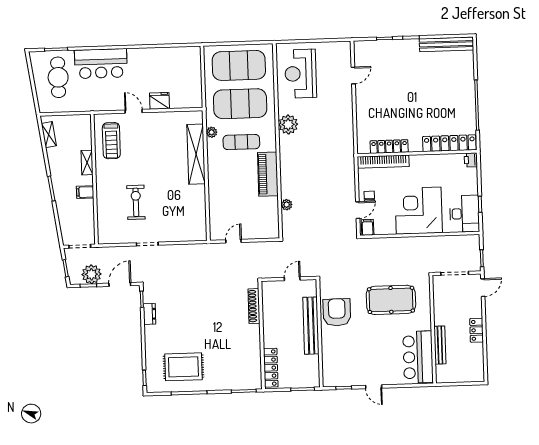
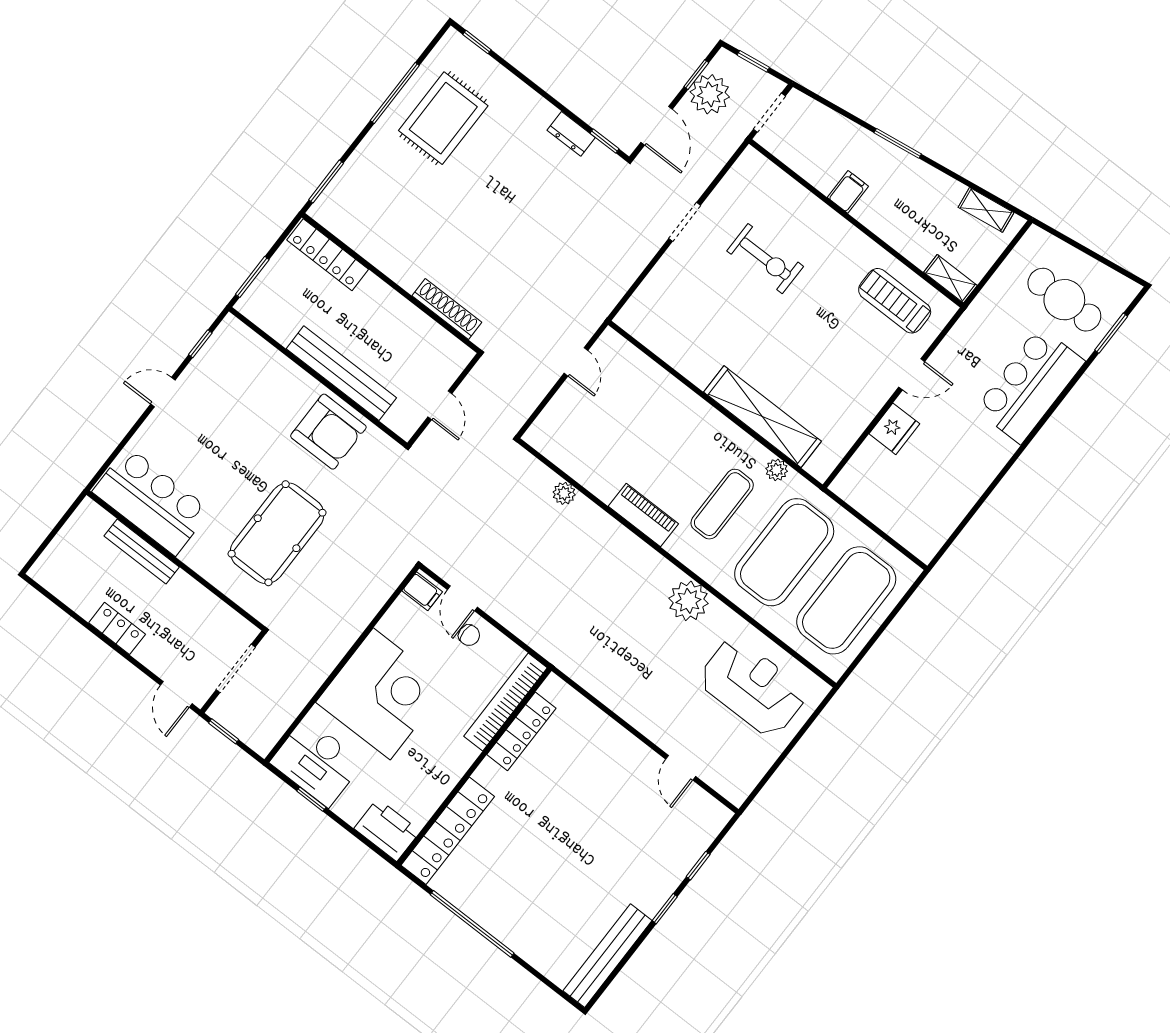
printer: (471, 160) -> (387, 830), width x1.87, depth x1.48
shelving: (87, 163) -> (950, 279), moved
piano: (268, 174) -> (643, 515), width x0.73, depth x0.75

